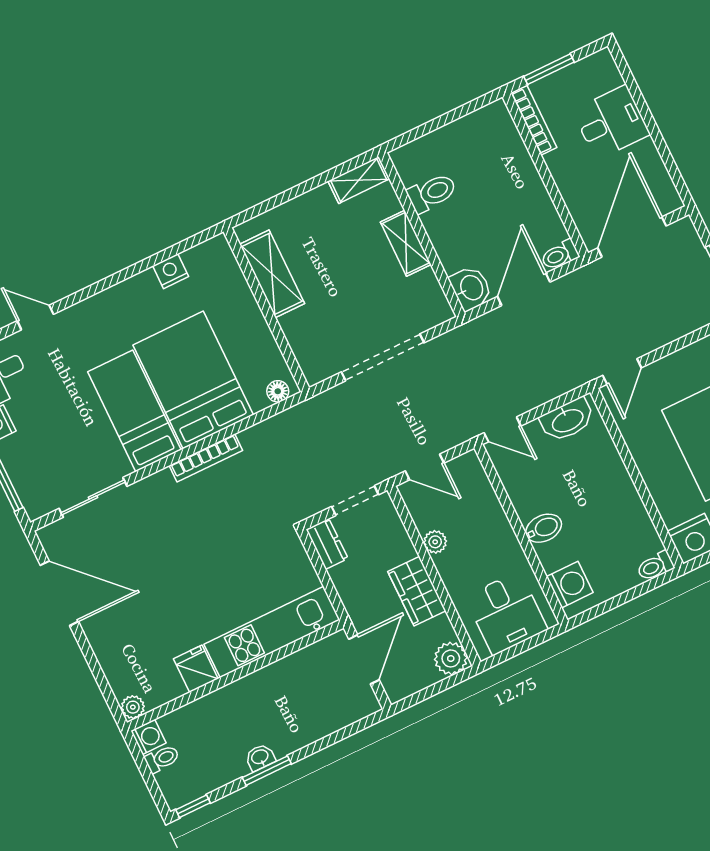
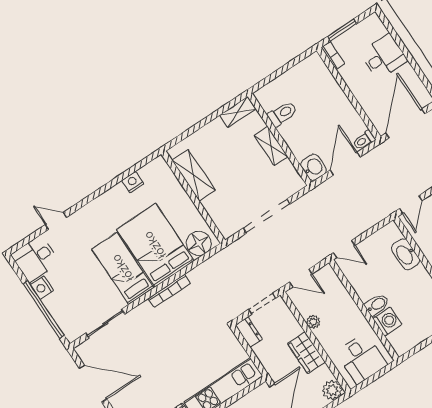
bookcase: (534, 120) -> (333, 56), width x0.64
floor lamp: (278, 391) -> (199, 243), width x1.89, depth x1.89
washbasin: (567, 420) -> (406, 254), moved, turned 90
washing machine: (570, 585) -> (387, 321), moved

